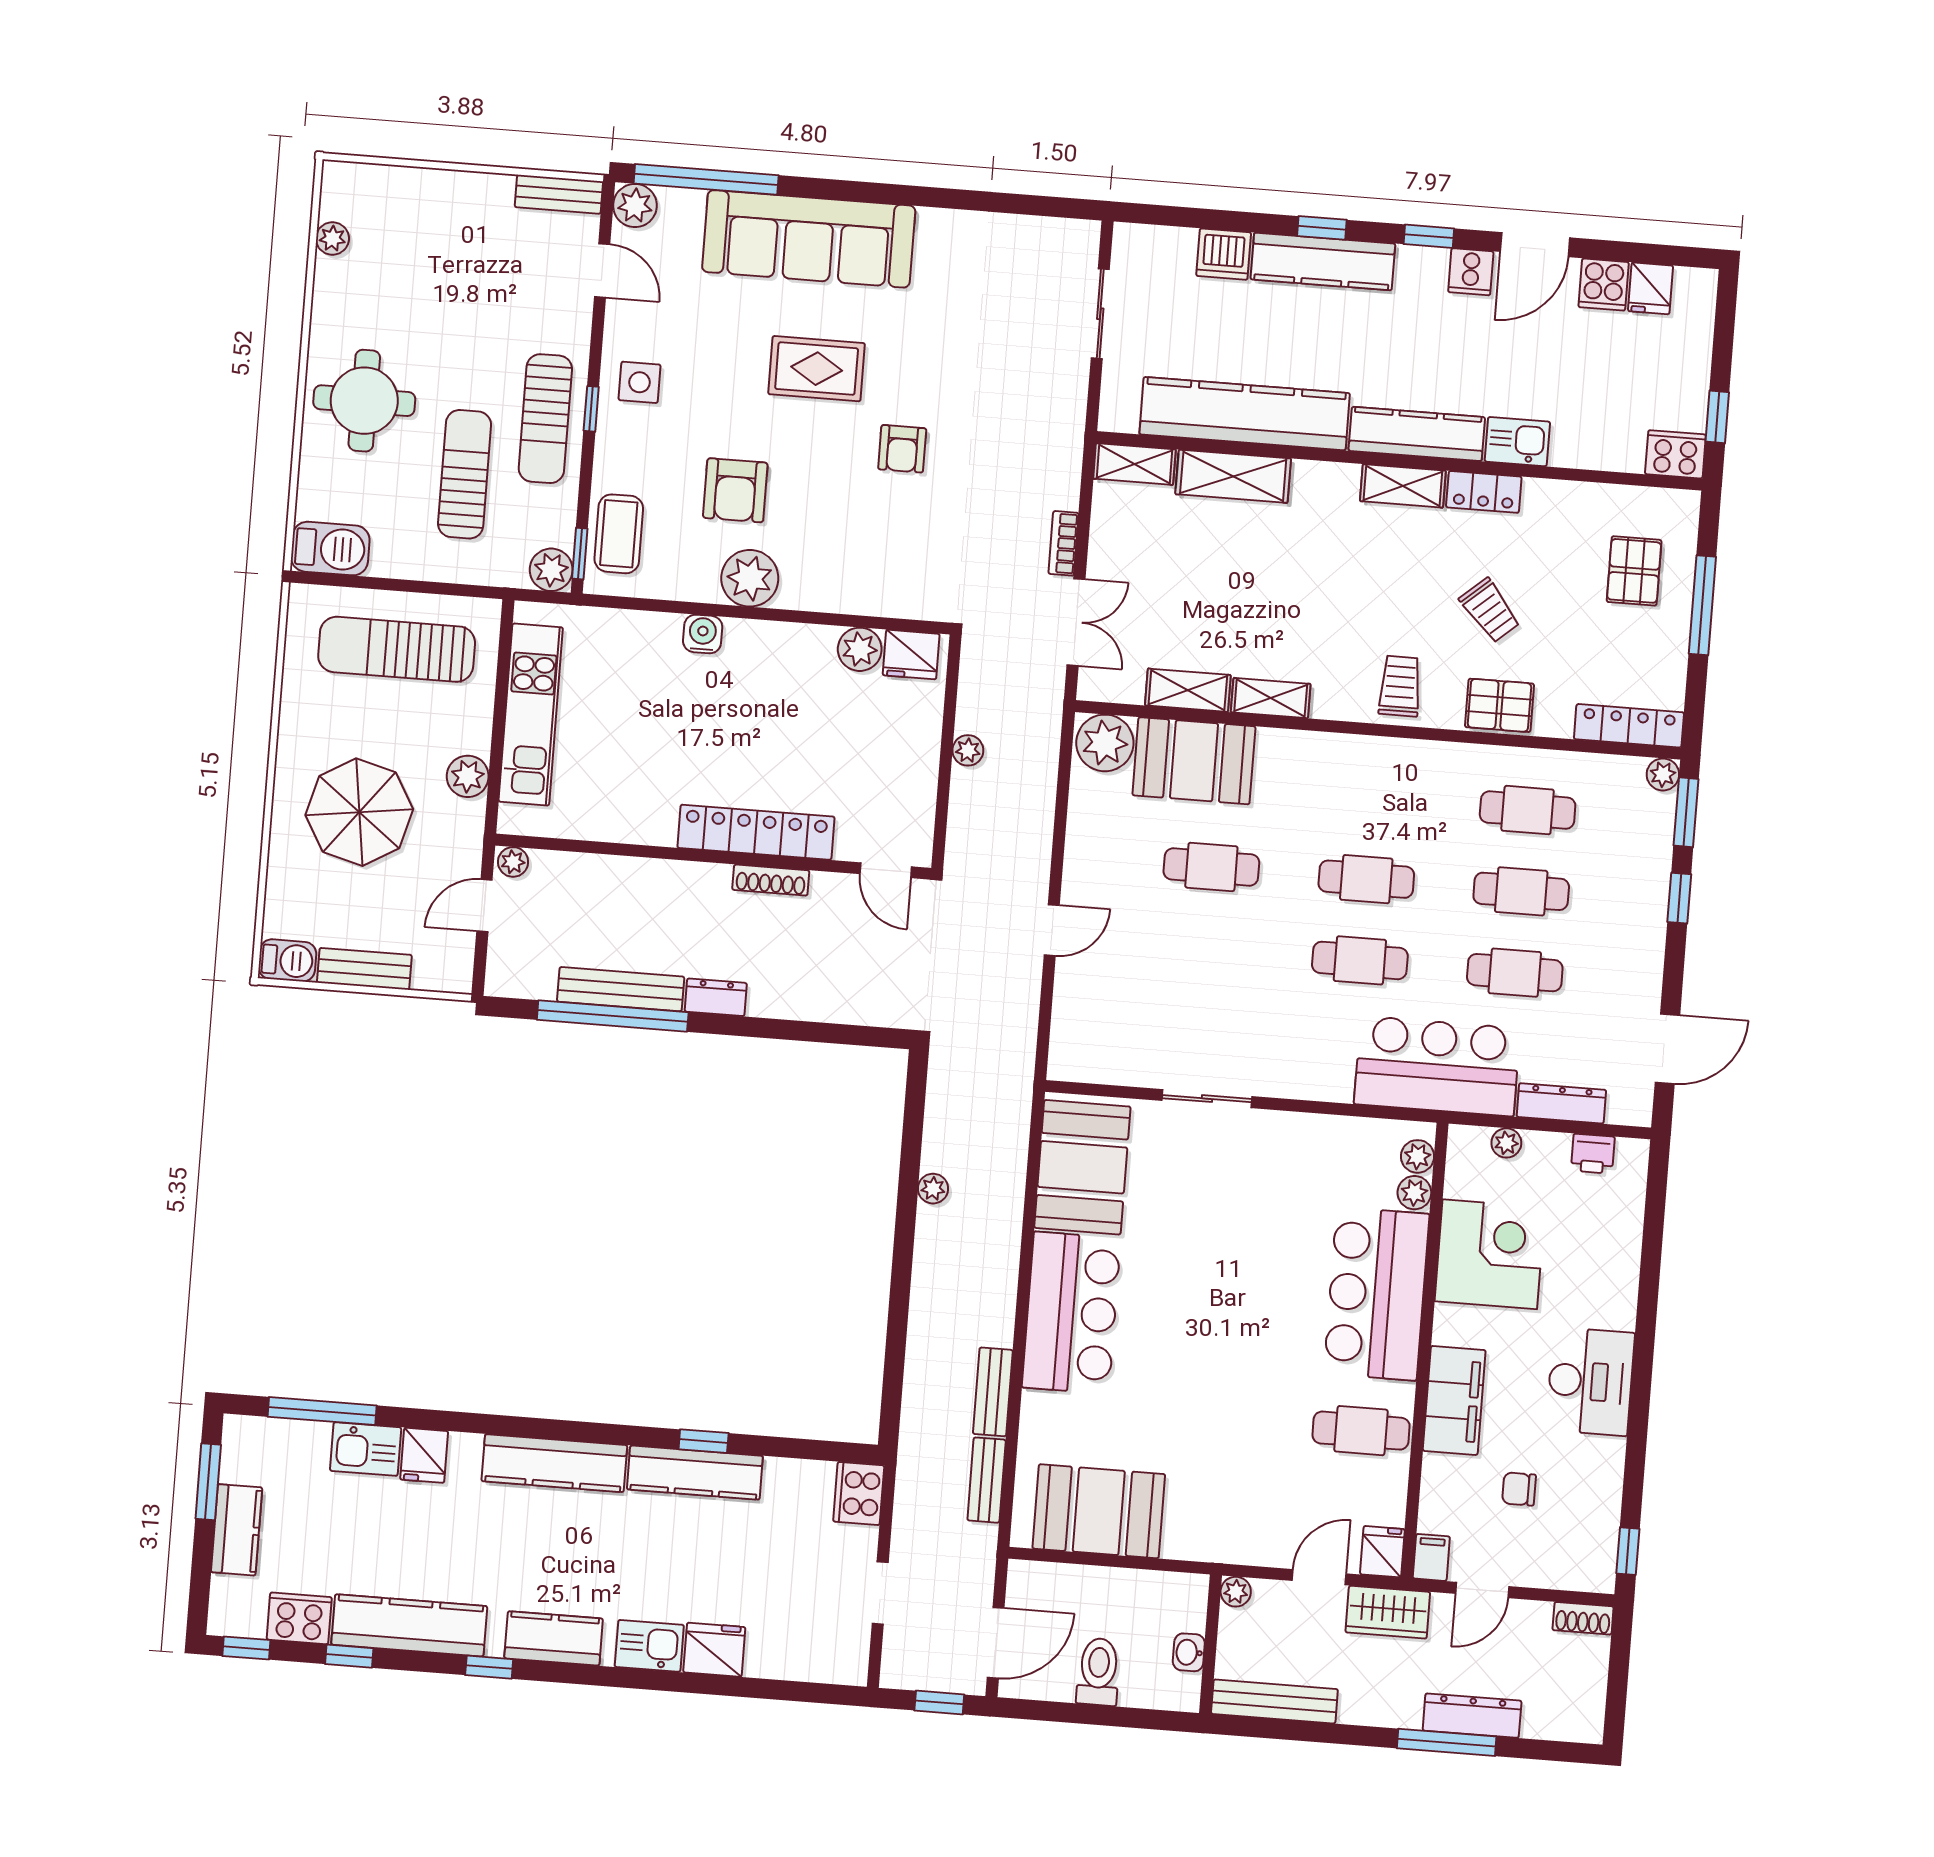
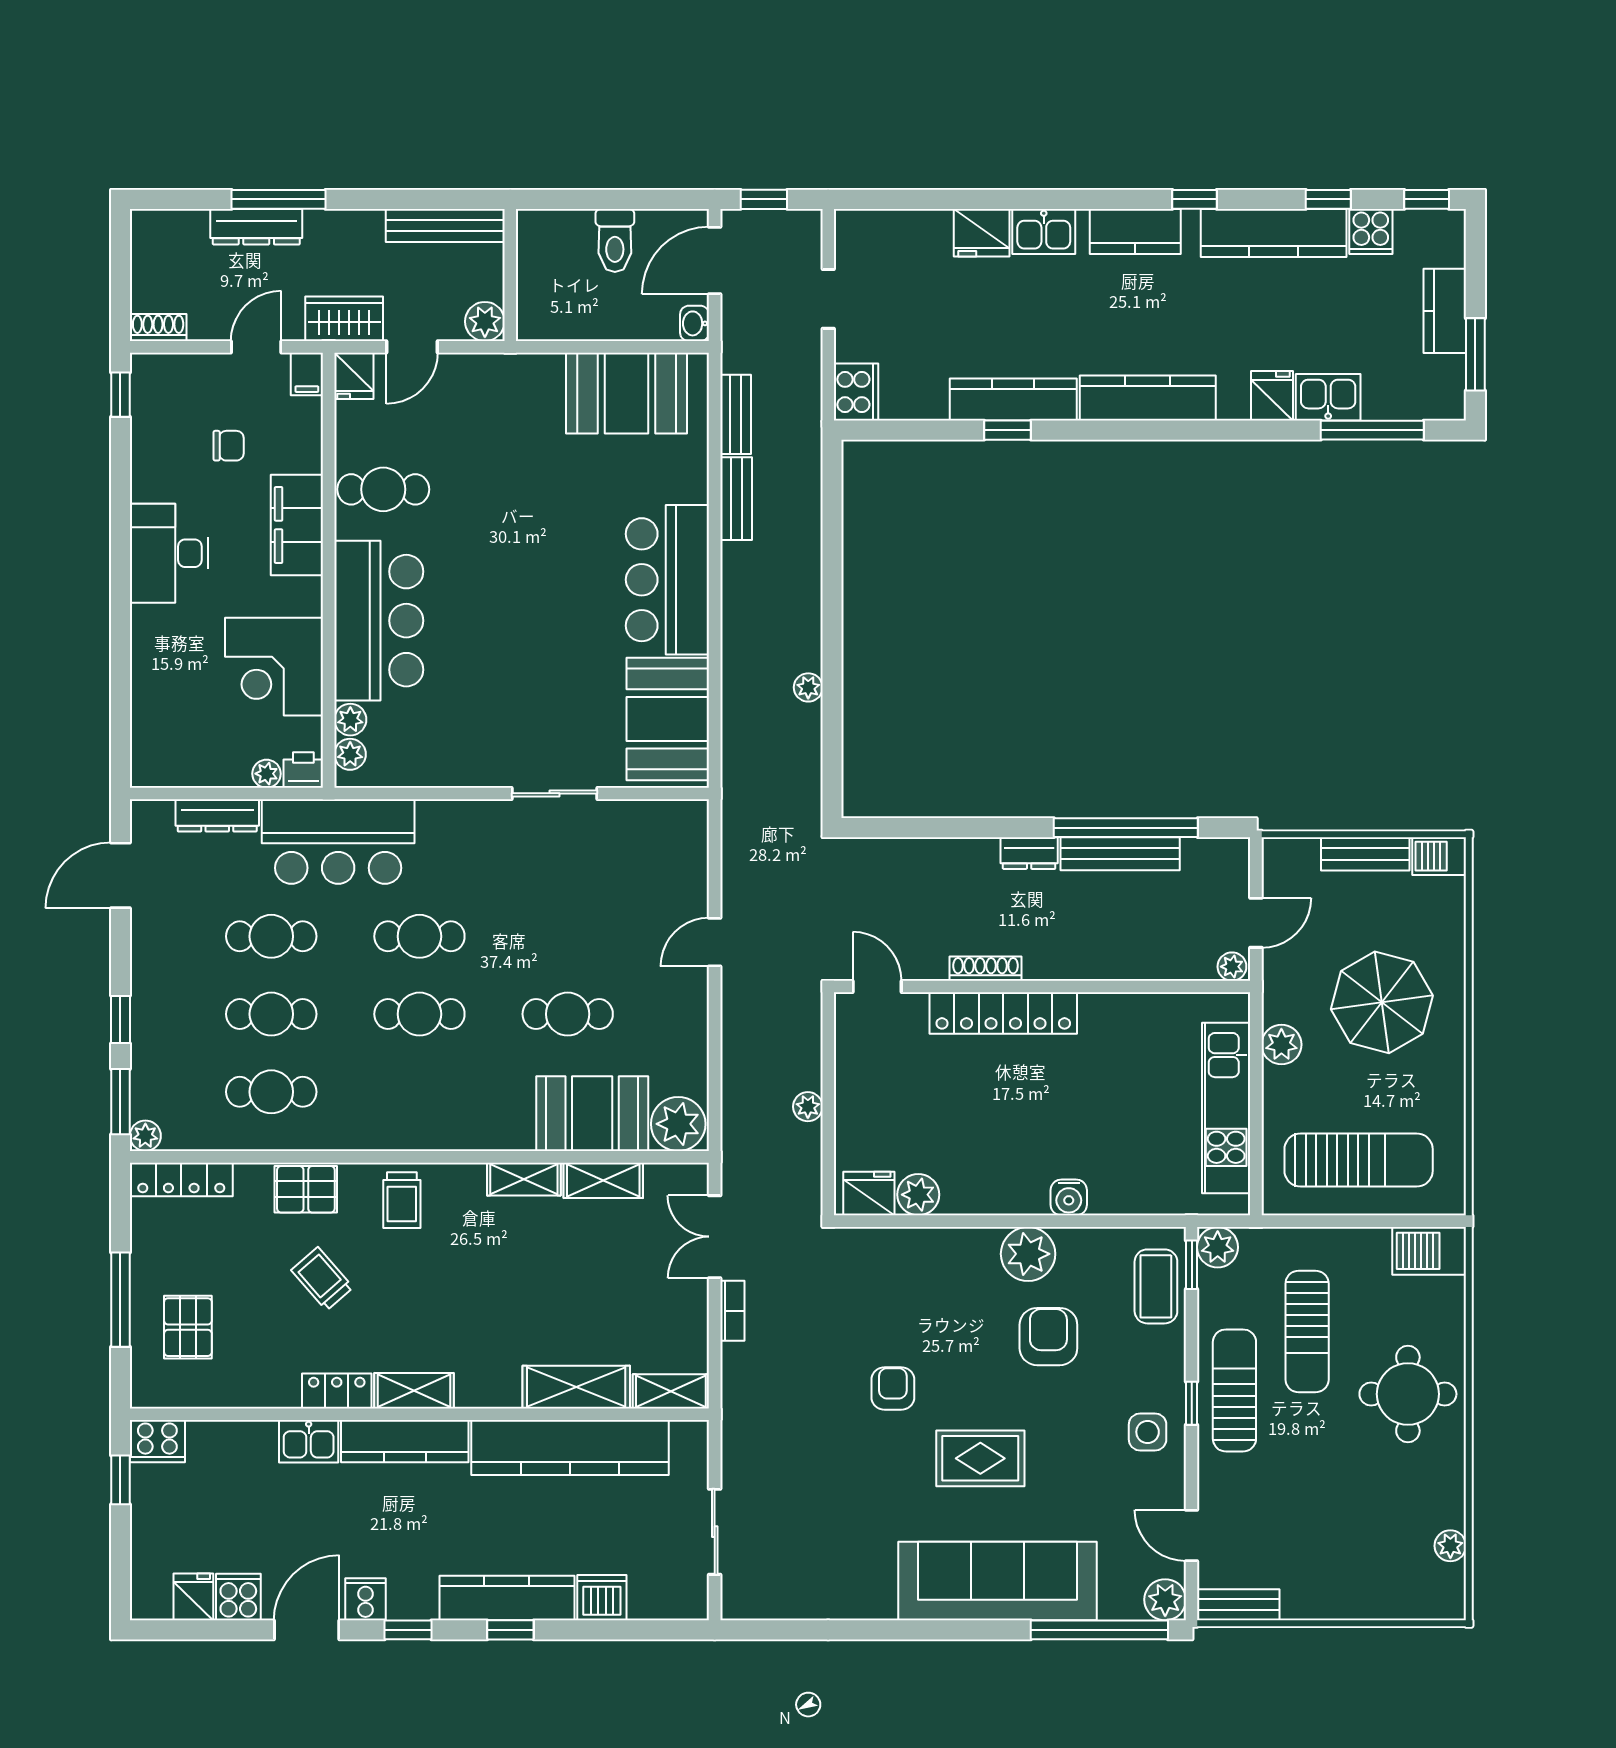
printer: (1593, 1154) -> (303, 770), moved
plant: (1236, 1592) -> (485, 321), width x1.38, depth x1.38
cooker: (299, 1618) -> (1371, 231), width x0.73
washbasin: (1189, 1652) -> (695, 323), moved, turned 180

